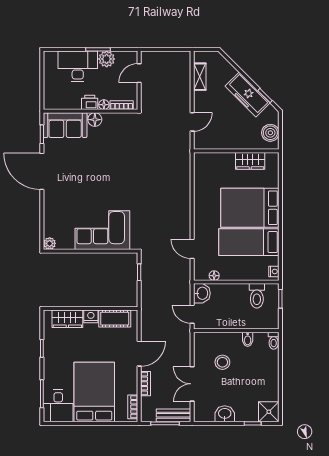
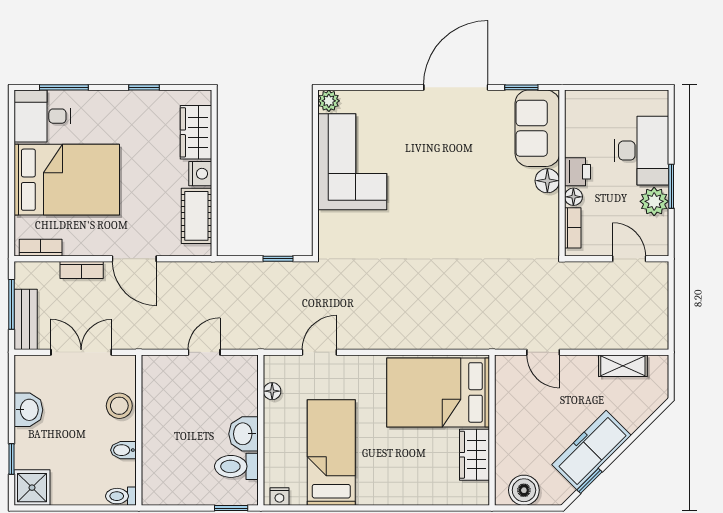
bed: (250, 208) -> (438, 392), moved, turned -90
corner sofa: (102, 230) -> (352, 162), moved
washbasin: (202, 293) -> (244, 434), moved, turned 90
wall: (236, 331) -> (139, 430), moved
bidet: (248, 339) -> (123, 450), moved
toilet: (274, 341) -> (121, 496), moved

